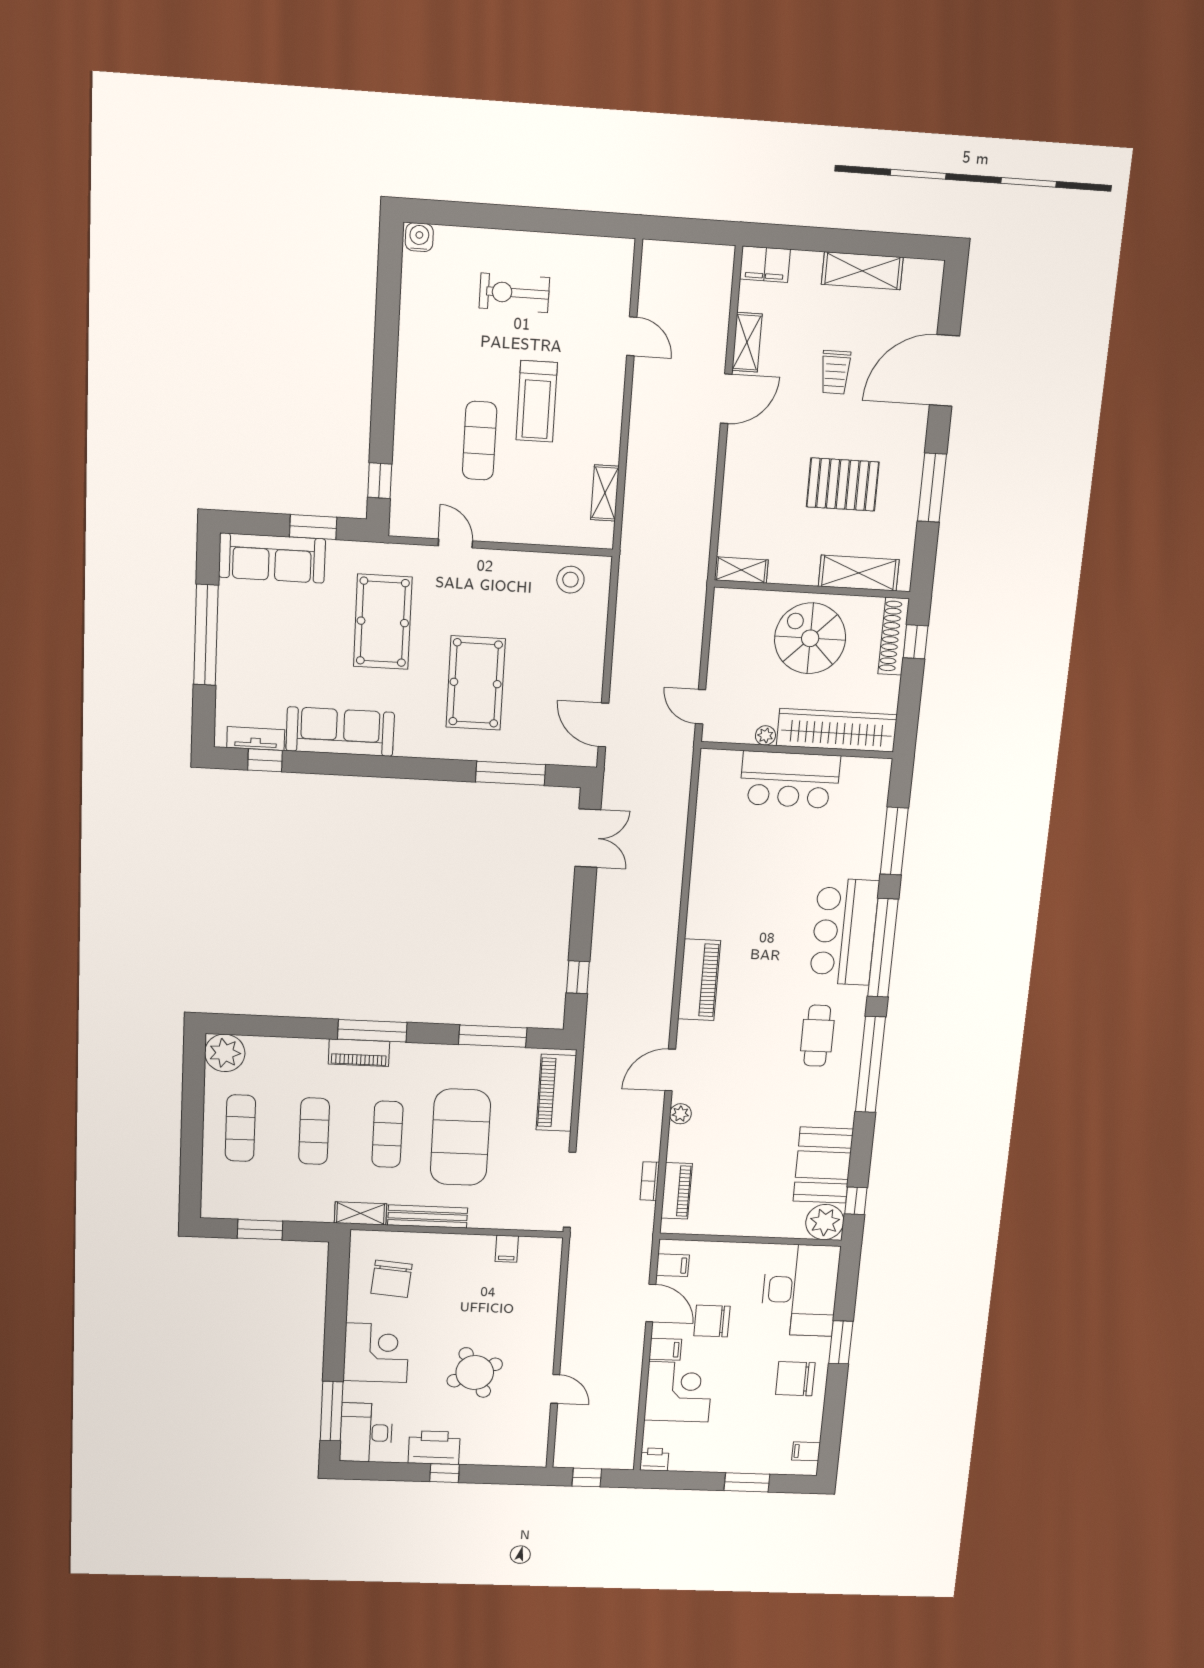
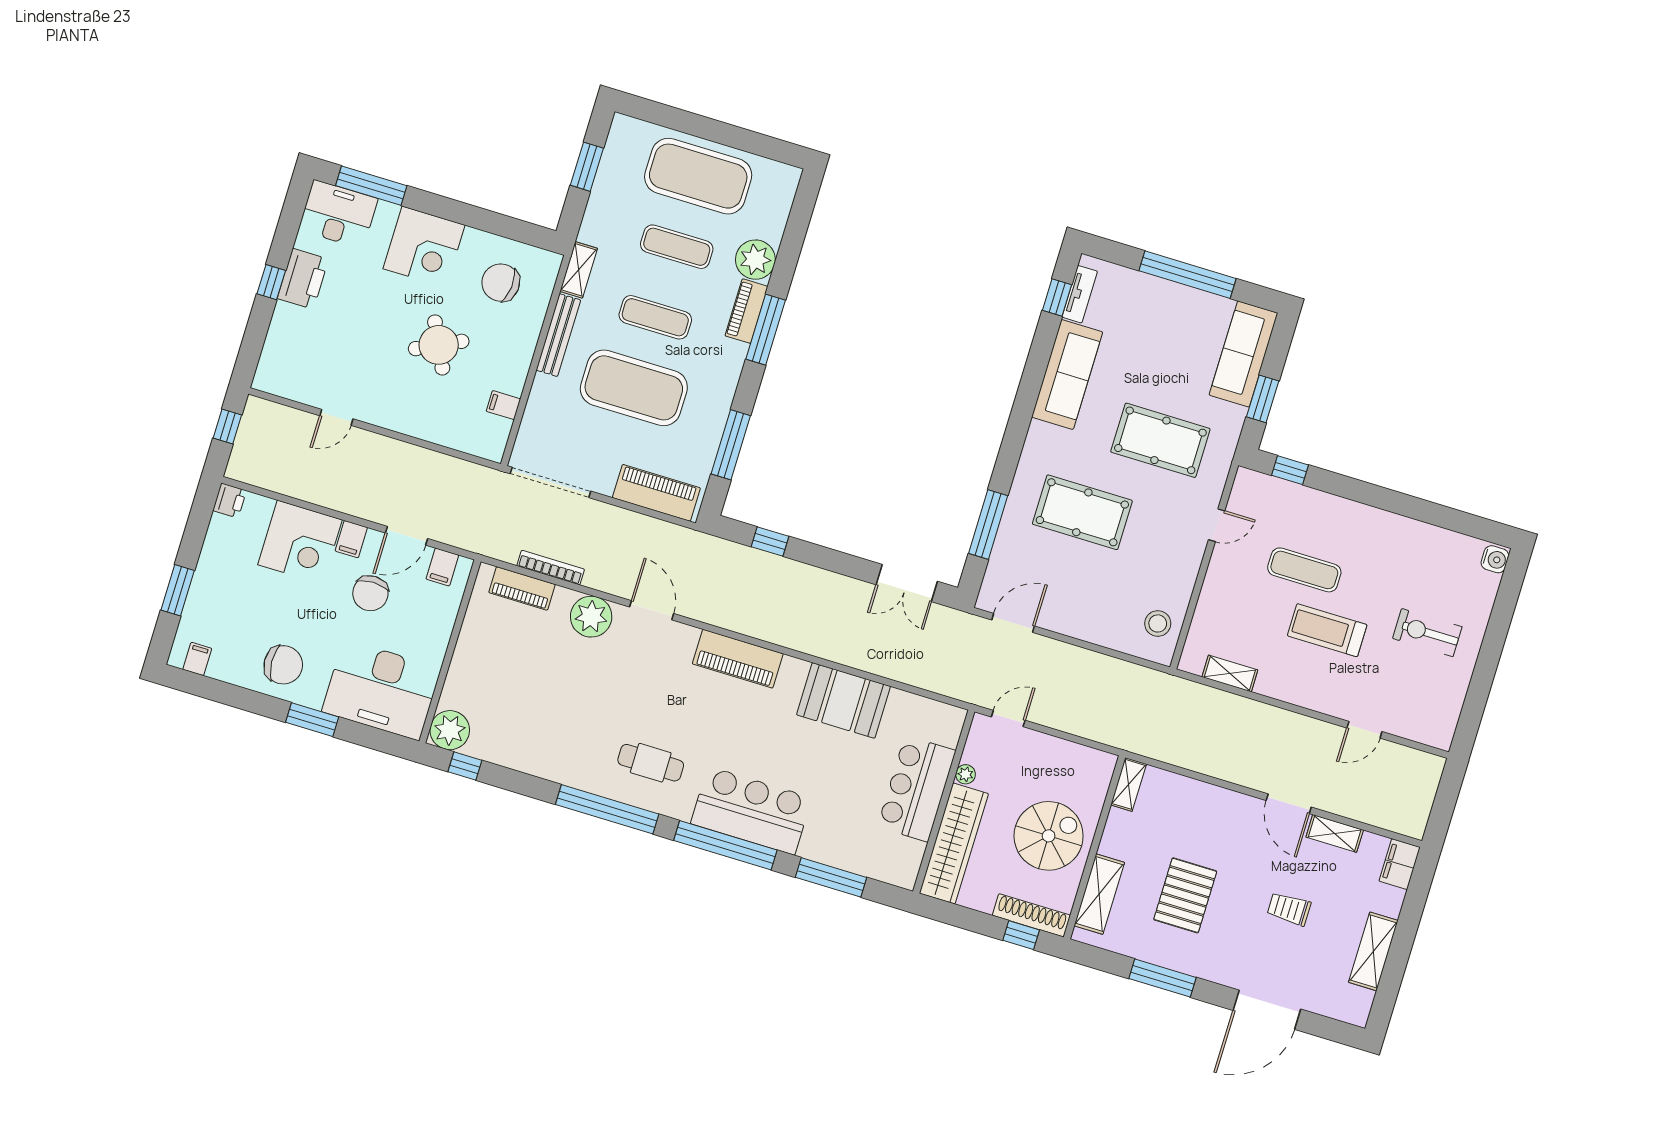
exercise bike: (514, 293) -> (1427, 633), turned -90
door: (944, 371) -> (1267, 1010), swing flipped
plant: (225, 1053) -> (755, 260), moved
plant: (680, 1114) -> (591, 617), width x1.87, depth x1.87
exercise mat: (240, 1128) -> (698, 176), width x2.00, depth x1.45
booth: (823, 1165) -> (843, 700), moved
bookcase: (650, 1181) -> (551, 568), width x1.56
chair: (712, 1321) -> (370, 593), turned 180
round table: (475, 1373) -> (439, 345), moved
chair: (795, 1379) -> (283, 665), turned 87

